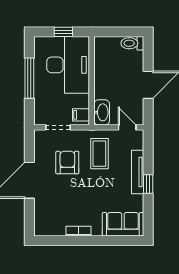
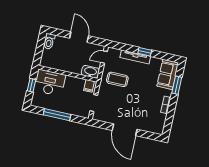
desk: (68, 65) -> (50, 83), width x0.73, depth x0.77
armchair: (67, 162) -> (118, 102), removed
window: (110, 241) -> (177, 85), added

